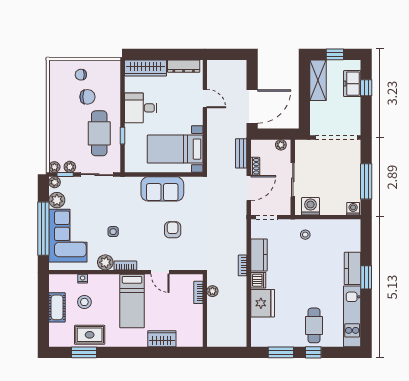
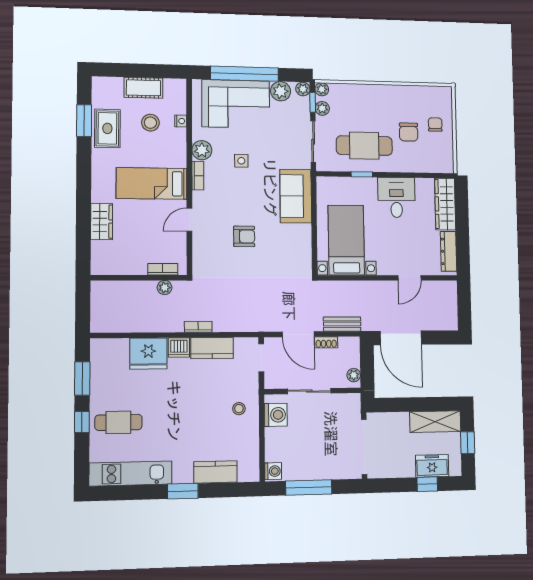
sofa: (162, 189) -> (296, 196), moved
kitchen counter: (353, 268) -> (215, 472), moved

